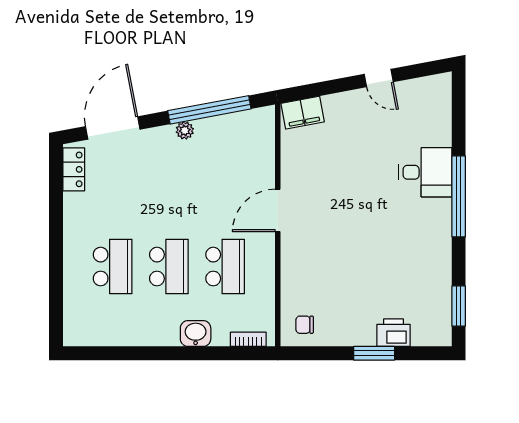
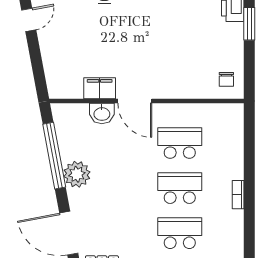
filing cabinet: (303, 113) -> (100, 88), moved, turned -79
plant: (185, 130) -> (77, 174), width x1.88, depth x1.88
washbasin: (196, 334) -> (102, 113), moved, turned -90
bookcase: (248, 339) -> (238, 195), moved

